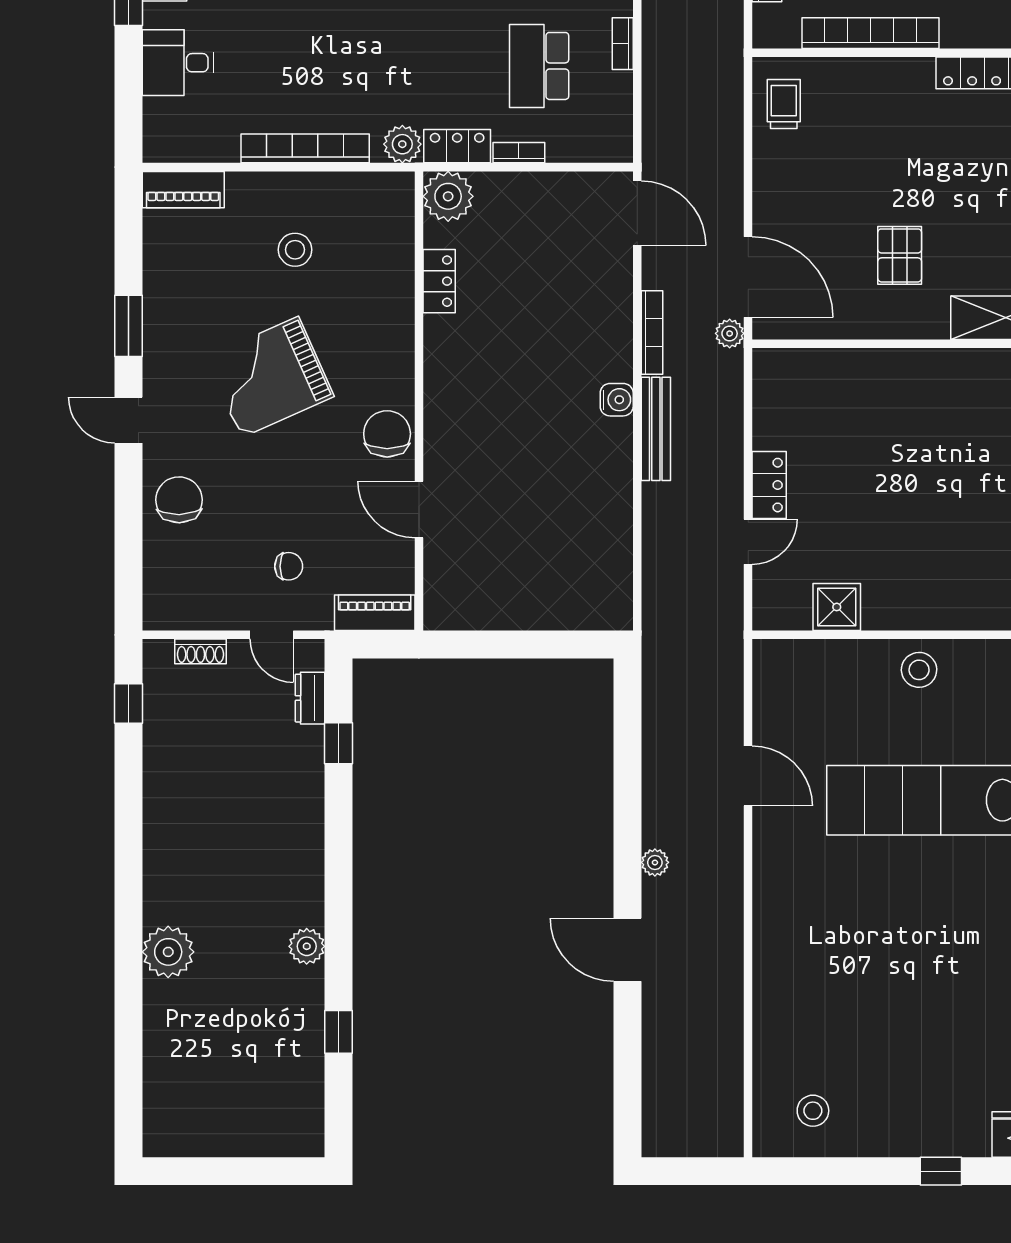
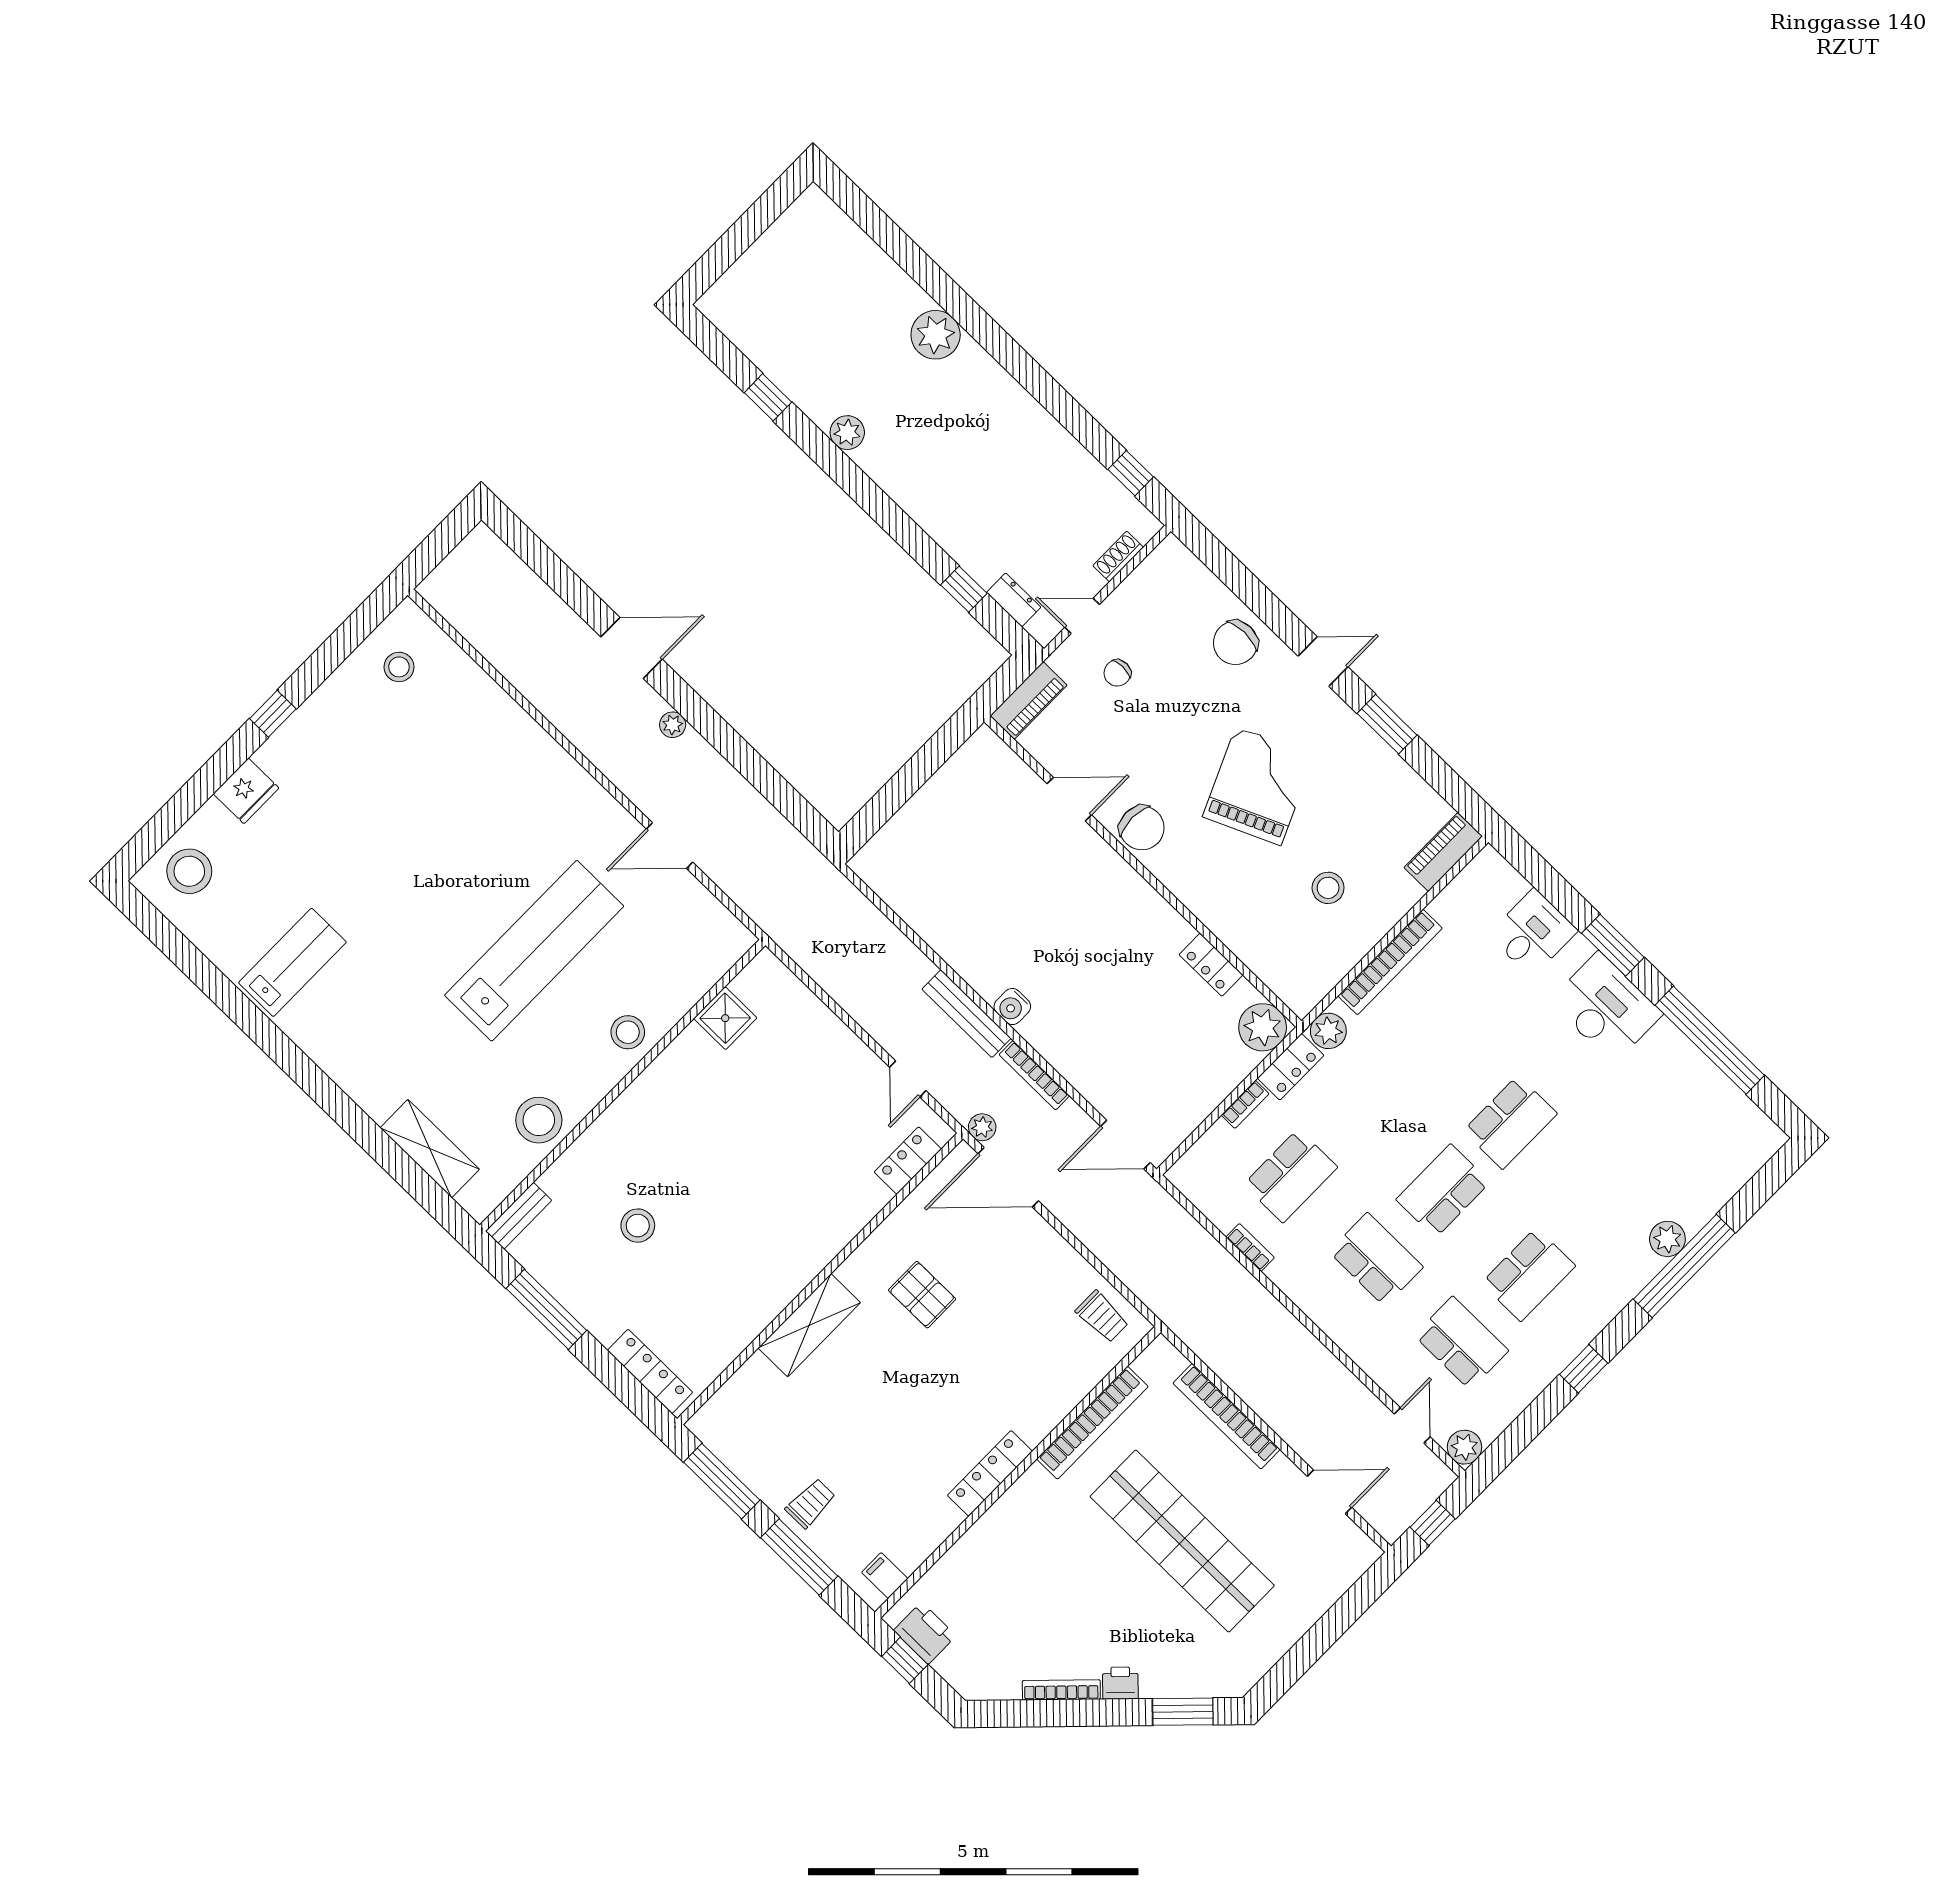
school desk: (539, 66) -> (1291, 1176), turned 90
locker: (769, 485) -> (908, 1161), moved, turned 90
chair: (179, 500) -> (1235, 643), turned 91
door: (748, 542) -> (908, 1079), moved

